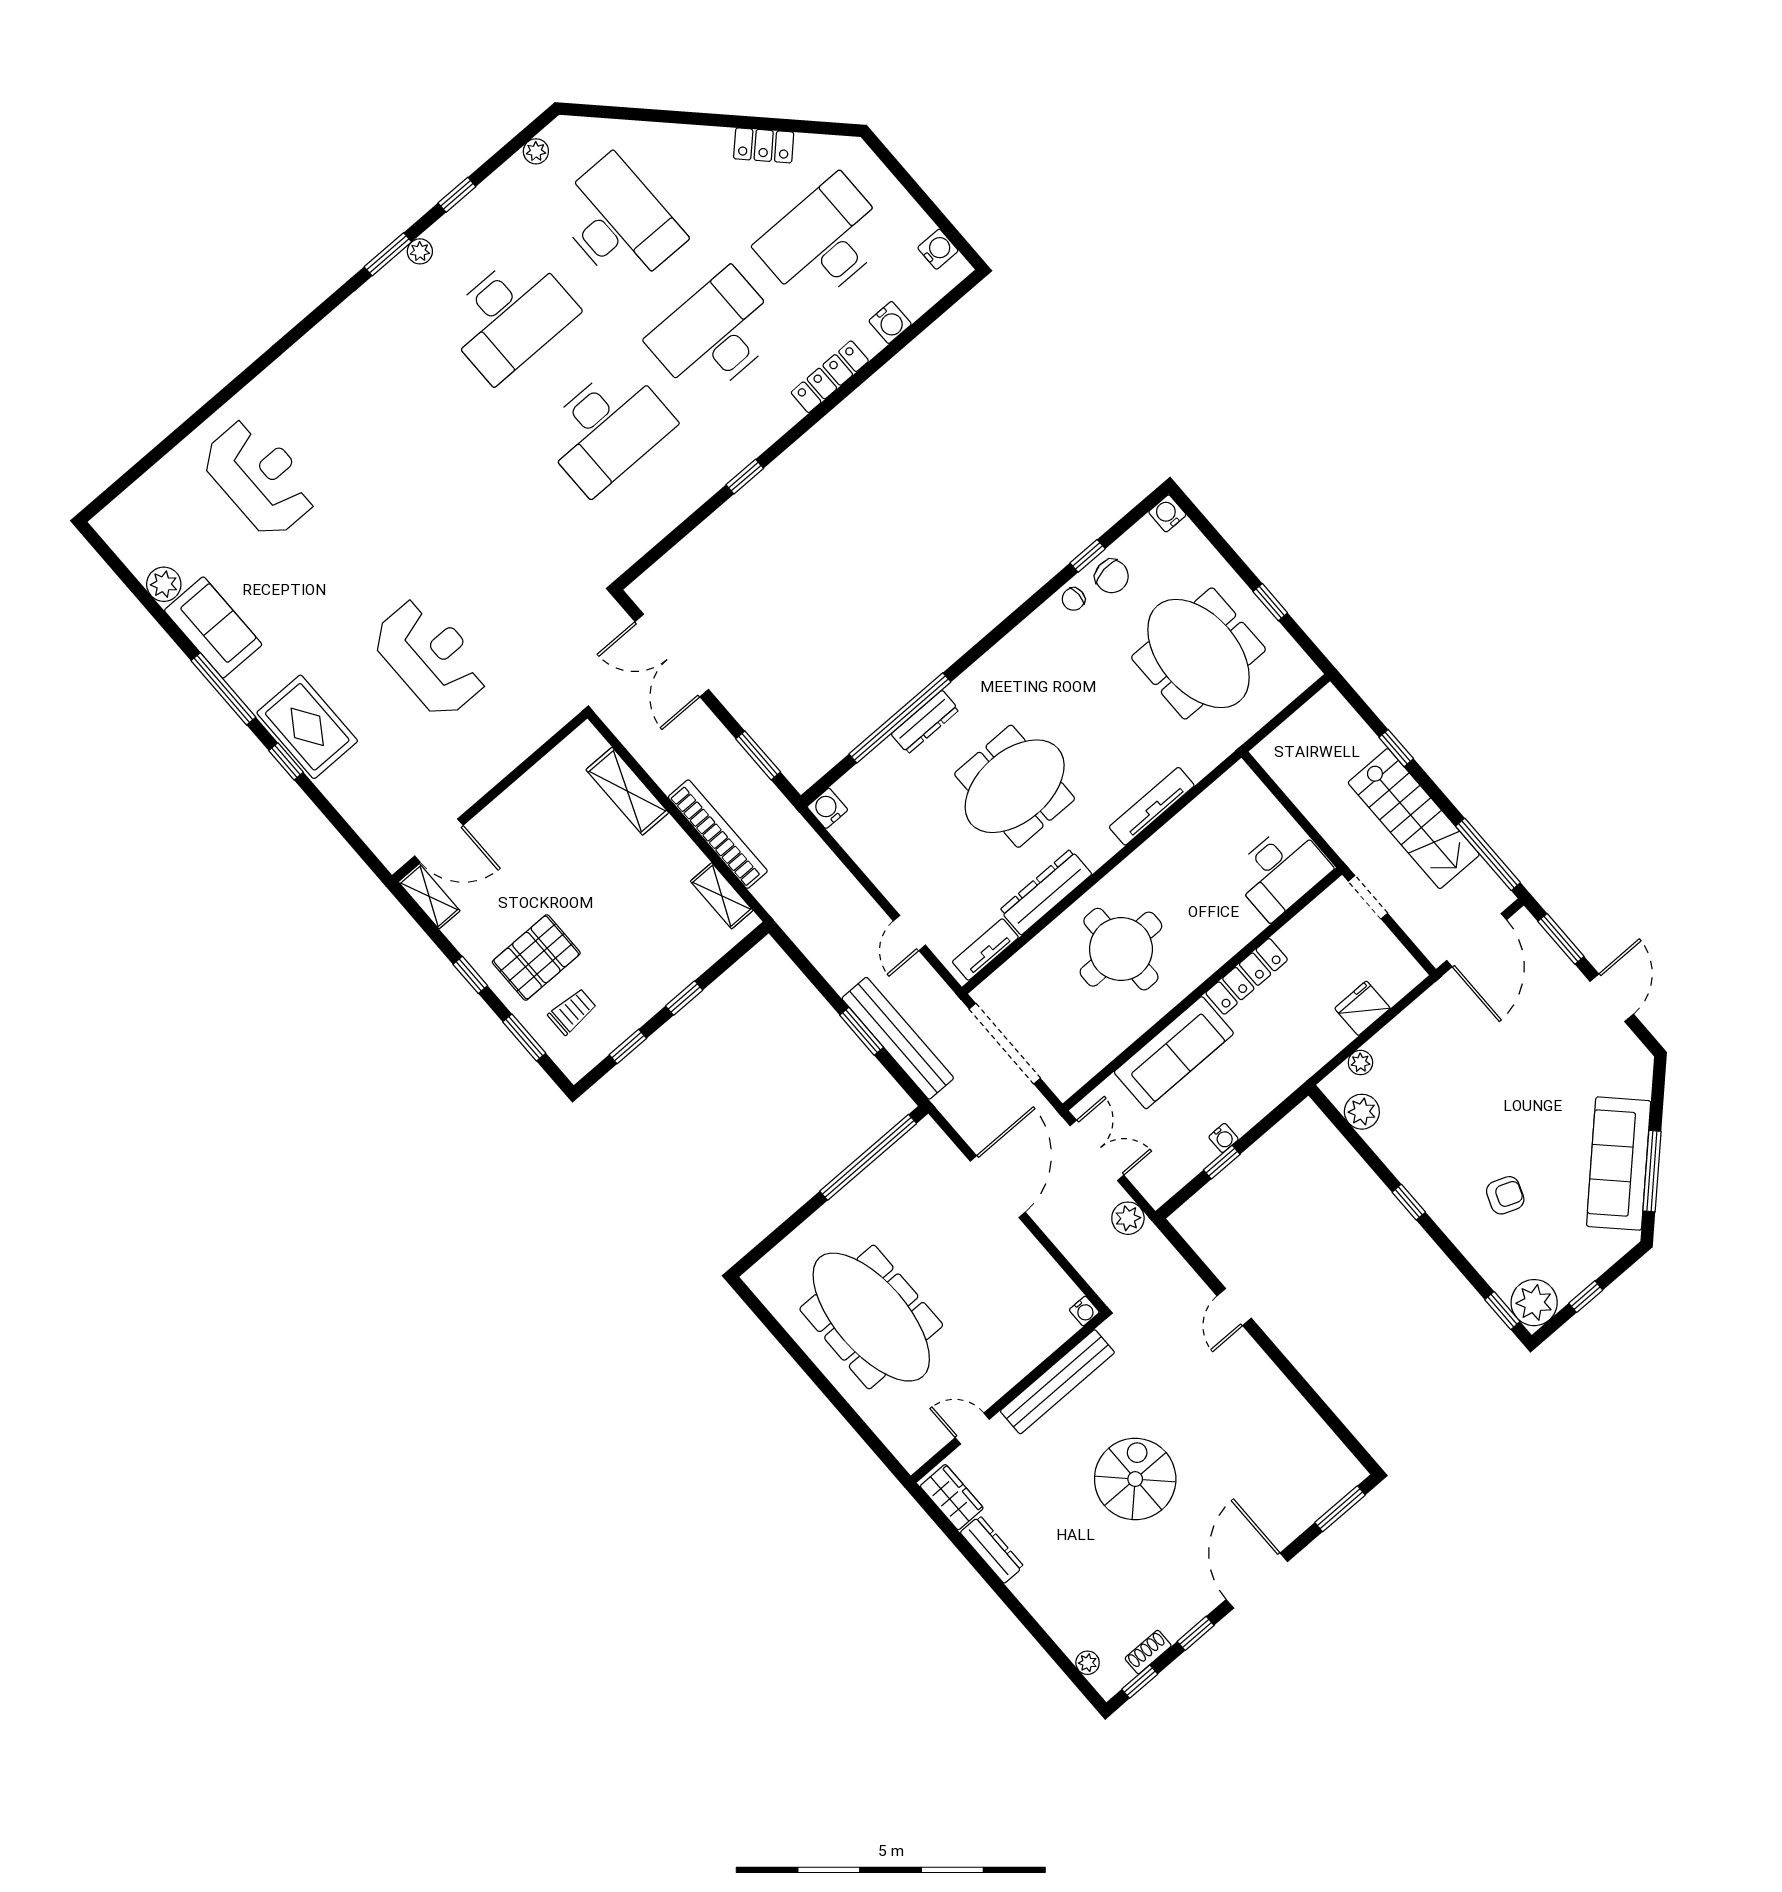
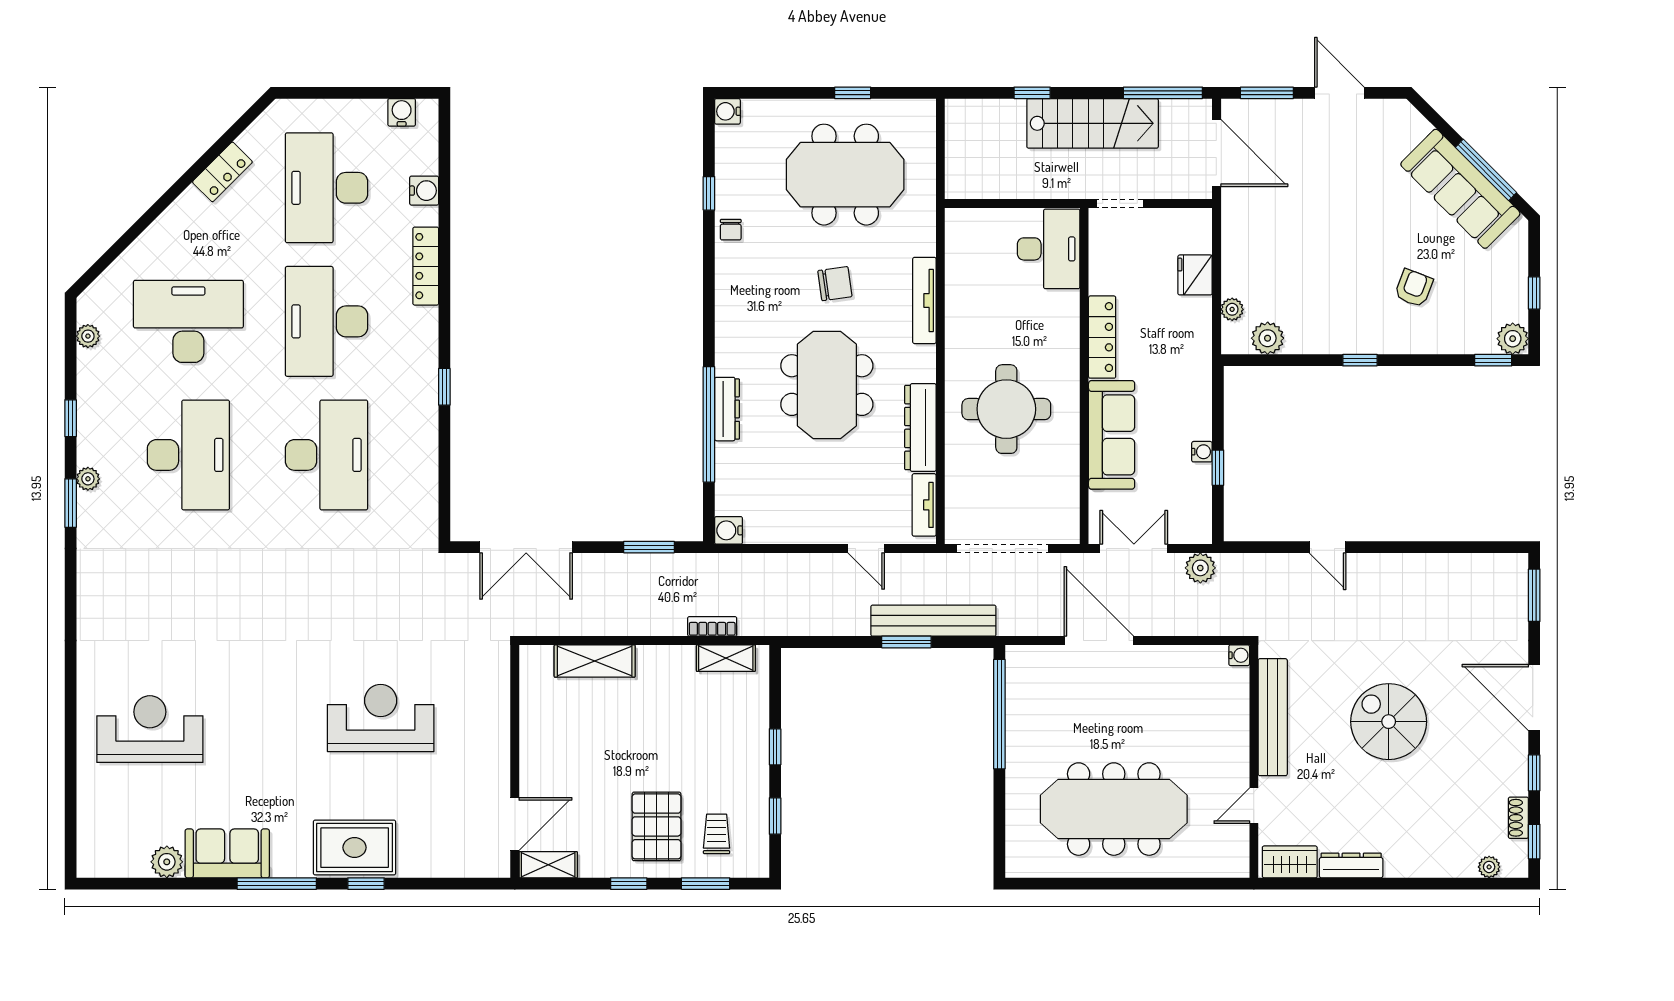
chair: (1112, 576) -> (835, 284), moved
bookcase: (718, 834) -> (712, 626), width x0.43, depth x0.76
plant: (1534, 1303) -> (1513, 339), width x0.73, depth x0.73

